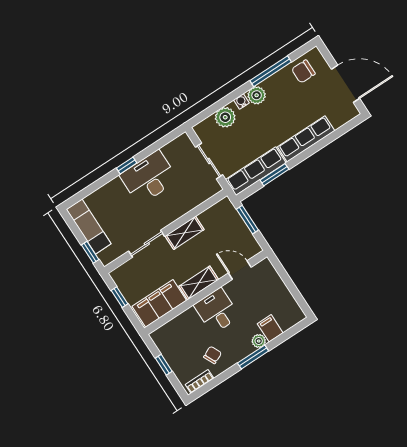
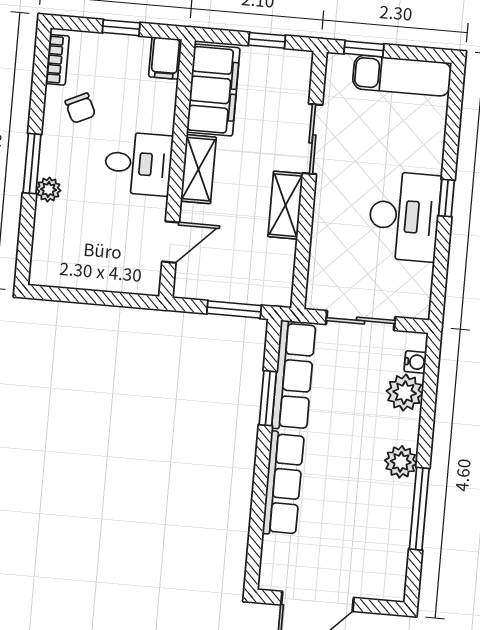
chair: (303, 71) -> (382, 555), removed
water cooler: (241, 101) -> (415, 362), moved
filing cabinet: (270, 328) -> (165, 58), moved, turned 90

